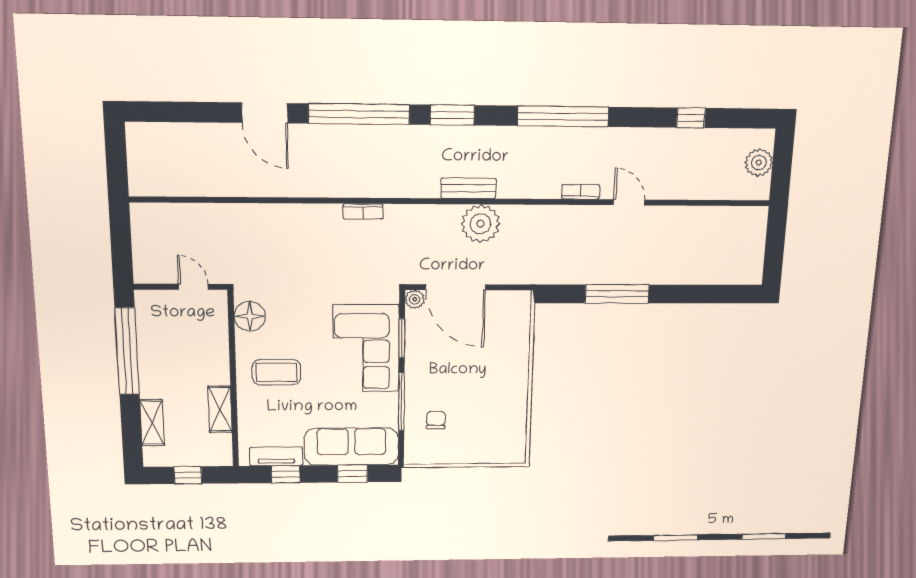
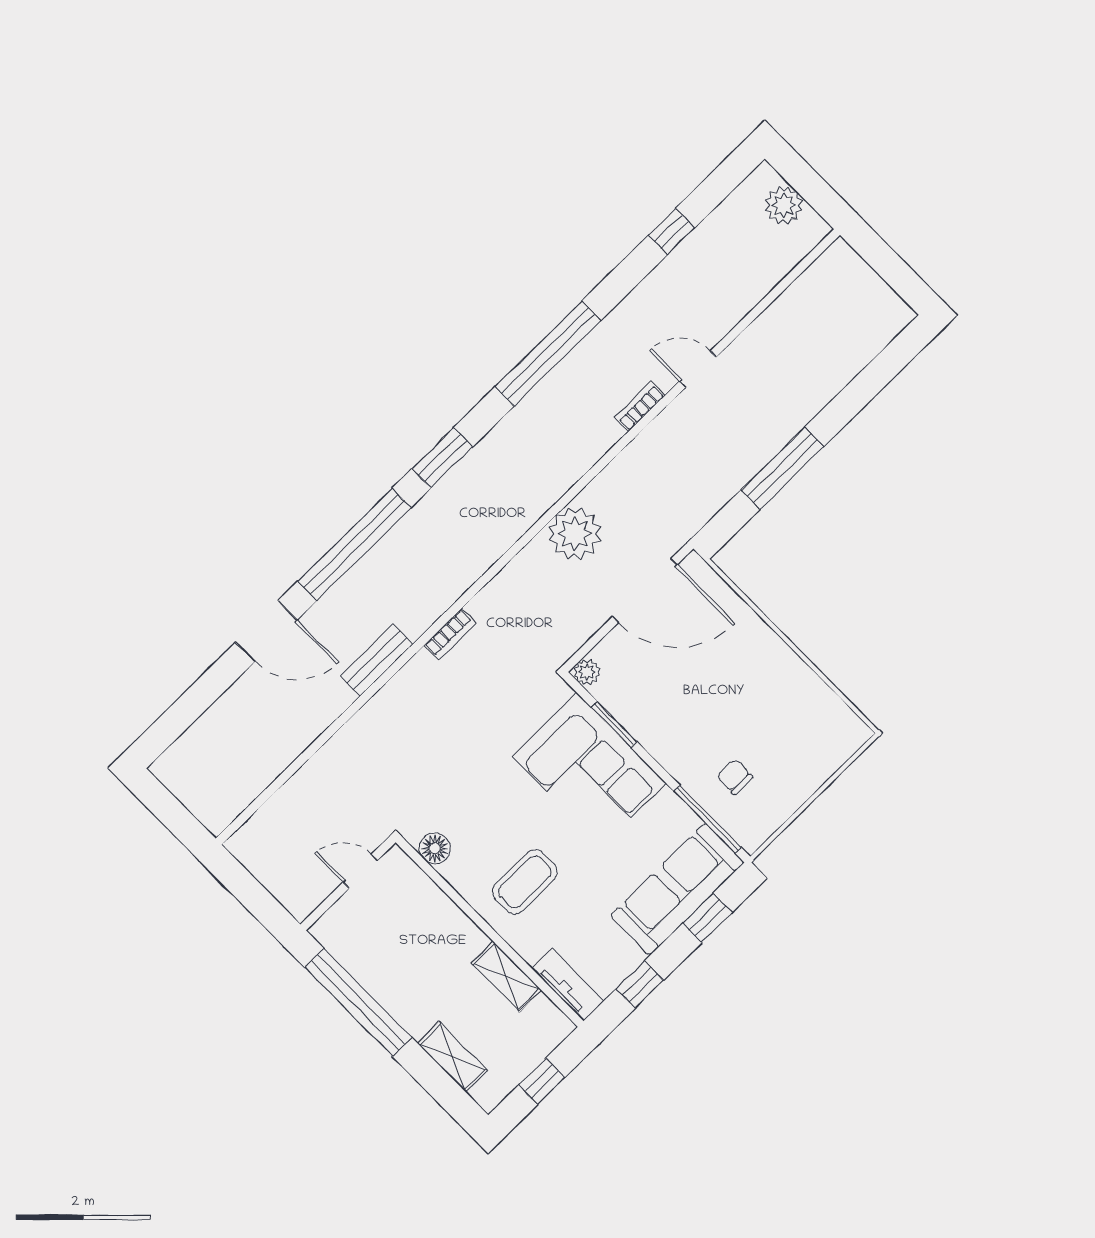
bench: (468, 188) -> (377, 660), moved
door: (456, 287) -> (645, 591), moved
floor lamp: (250, 316) -> (435, 848), width x0.73, depth x0.73
window: (401, 402) -> (708, 819), moved
tv unit: (276, 456) -> (568, 985), moved, turned 90

